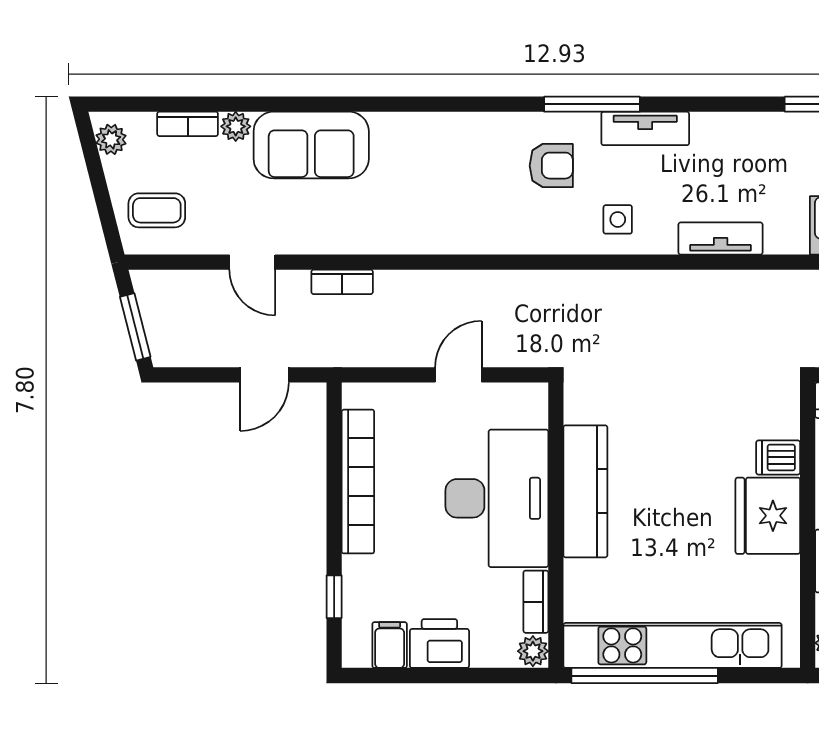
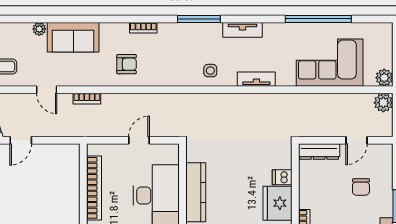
bookcase: (188, 124) -> (143, 28), moved
tv unit: (645, 128) -> (243, 30), moved
armchair: (551, 166) -> (127, 64), moved
door: (264, 375) -> (21, 140), moved

